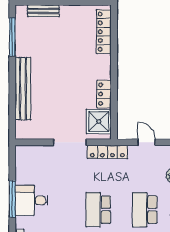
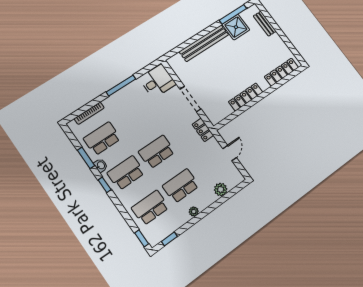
locker: (104, 94) -> (246, 97), width x1.53
shower: (99, 122) -> (236, 27), moved
locker: (107, 152) -> (203, 130), width x0.66
desk: (32, 200) -> (158, 81), moved, turned 90

